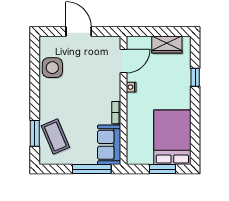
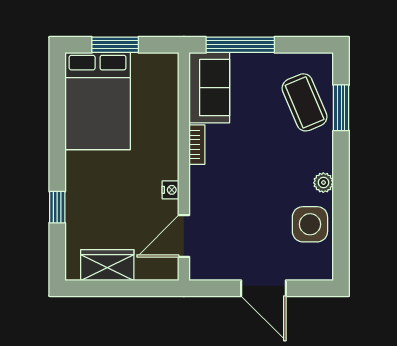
plant: (45, 91) -> (323, 183), added

